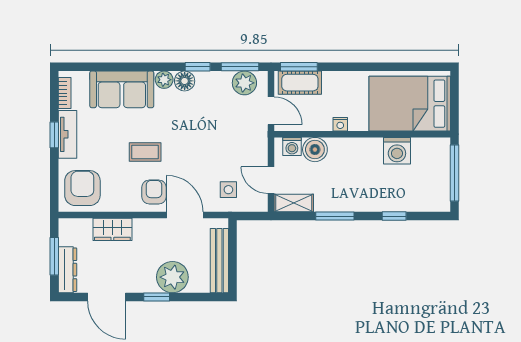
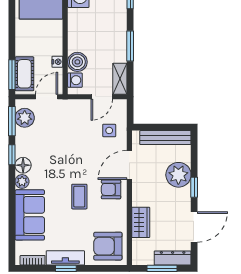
nightstand: (340, 124) -> (57, 62), moved

